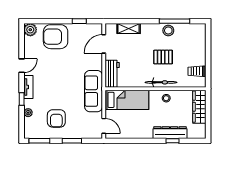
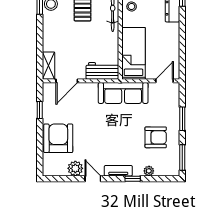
shelving: (129, 29) -> (49, 66), moved
plant: (30, 30) -> (75, 168), moved
armchair: (56, 37) -> (58, 138), turned 180
door: (104, 44) -> (67, 81), hinge flipped

